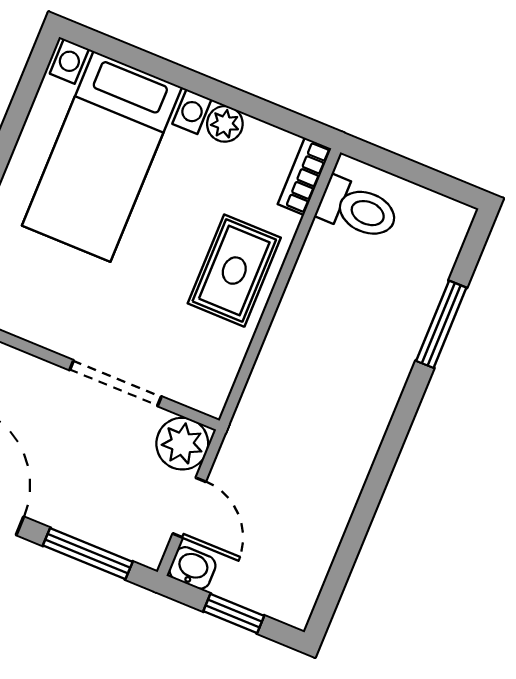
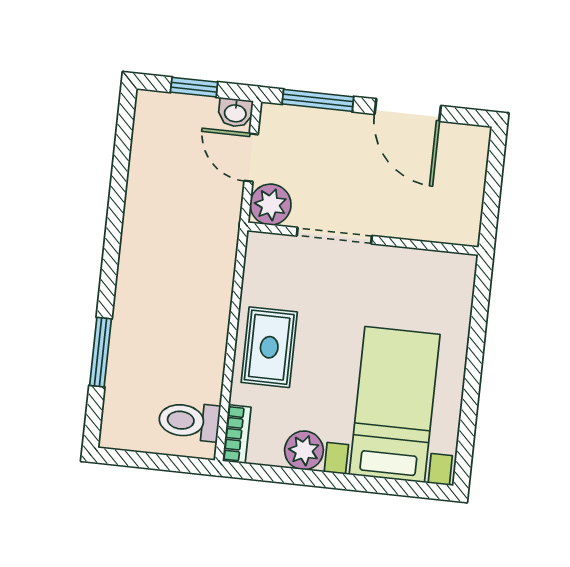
plant: (225, 124) -> (304, 450), width x1.38, depth x1.38

